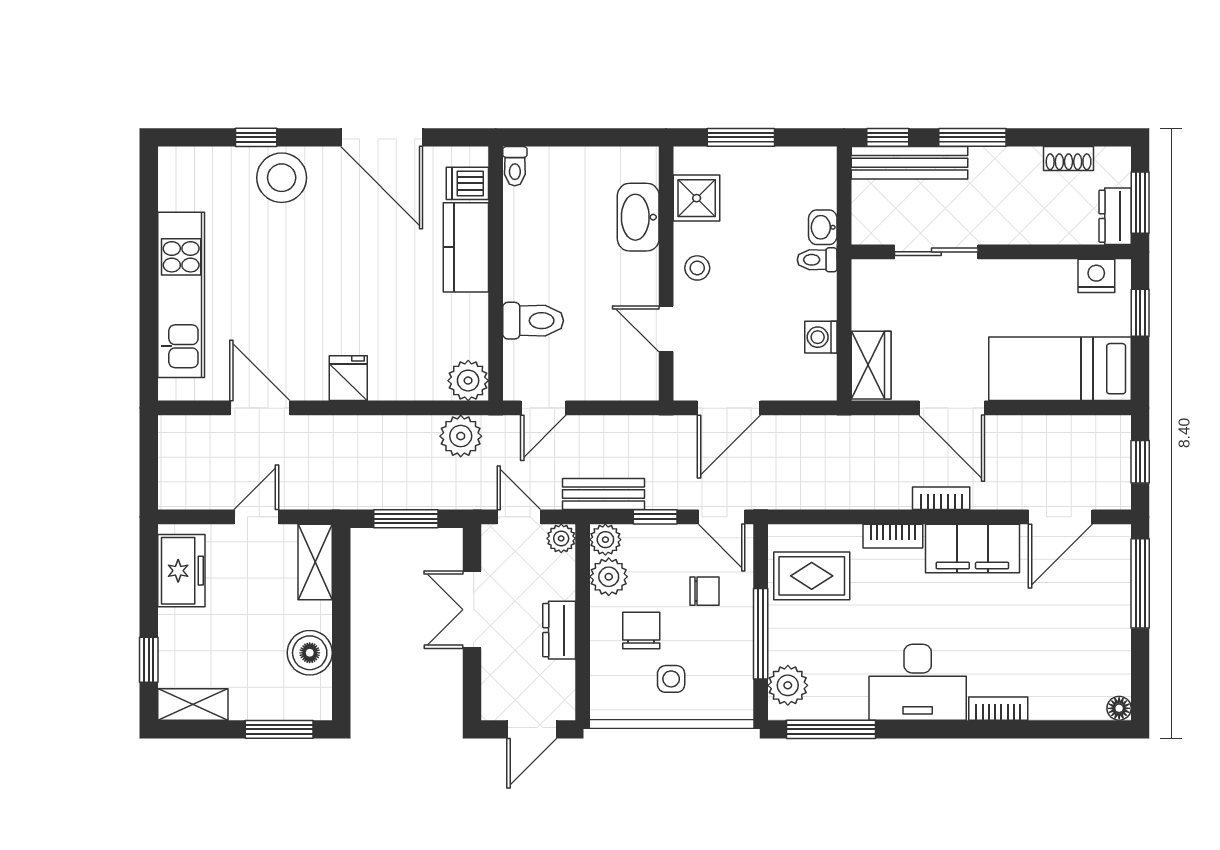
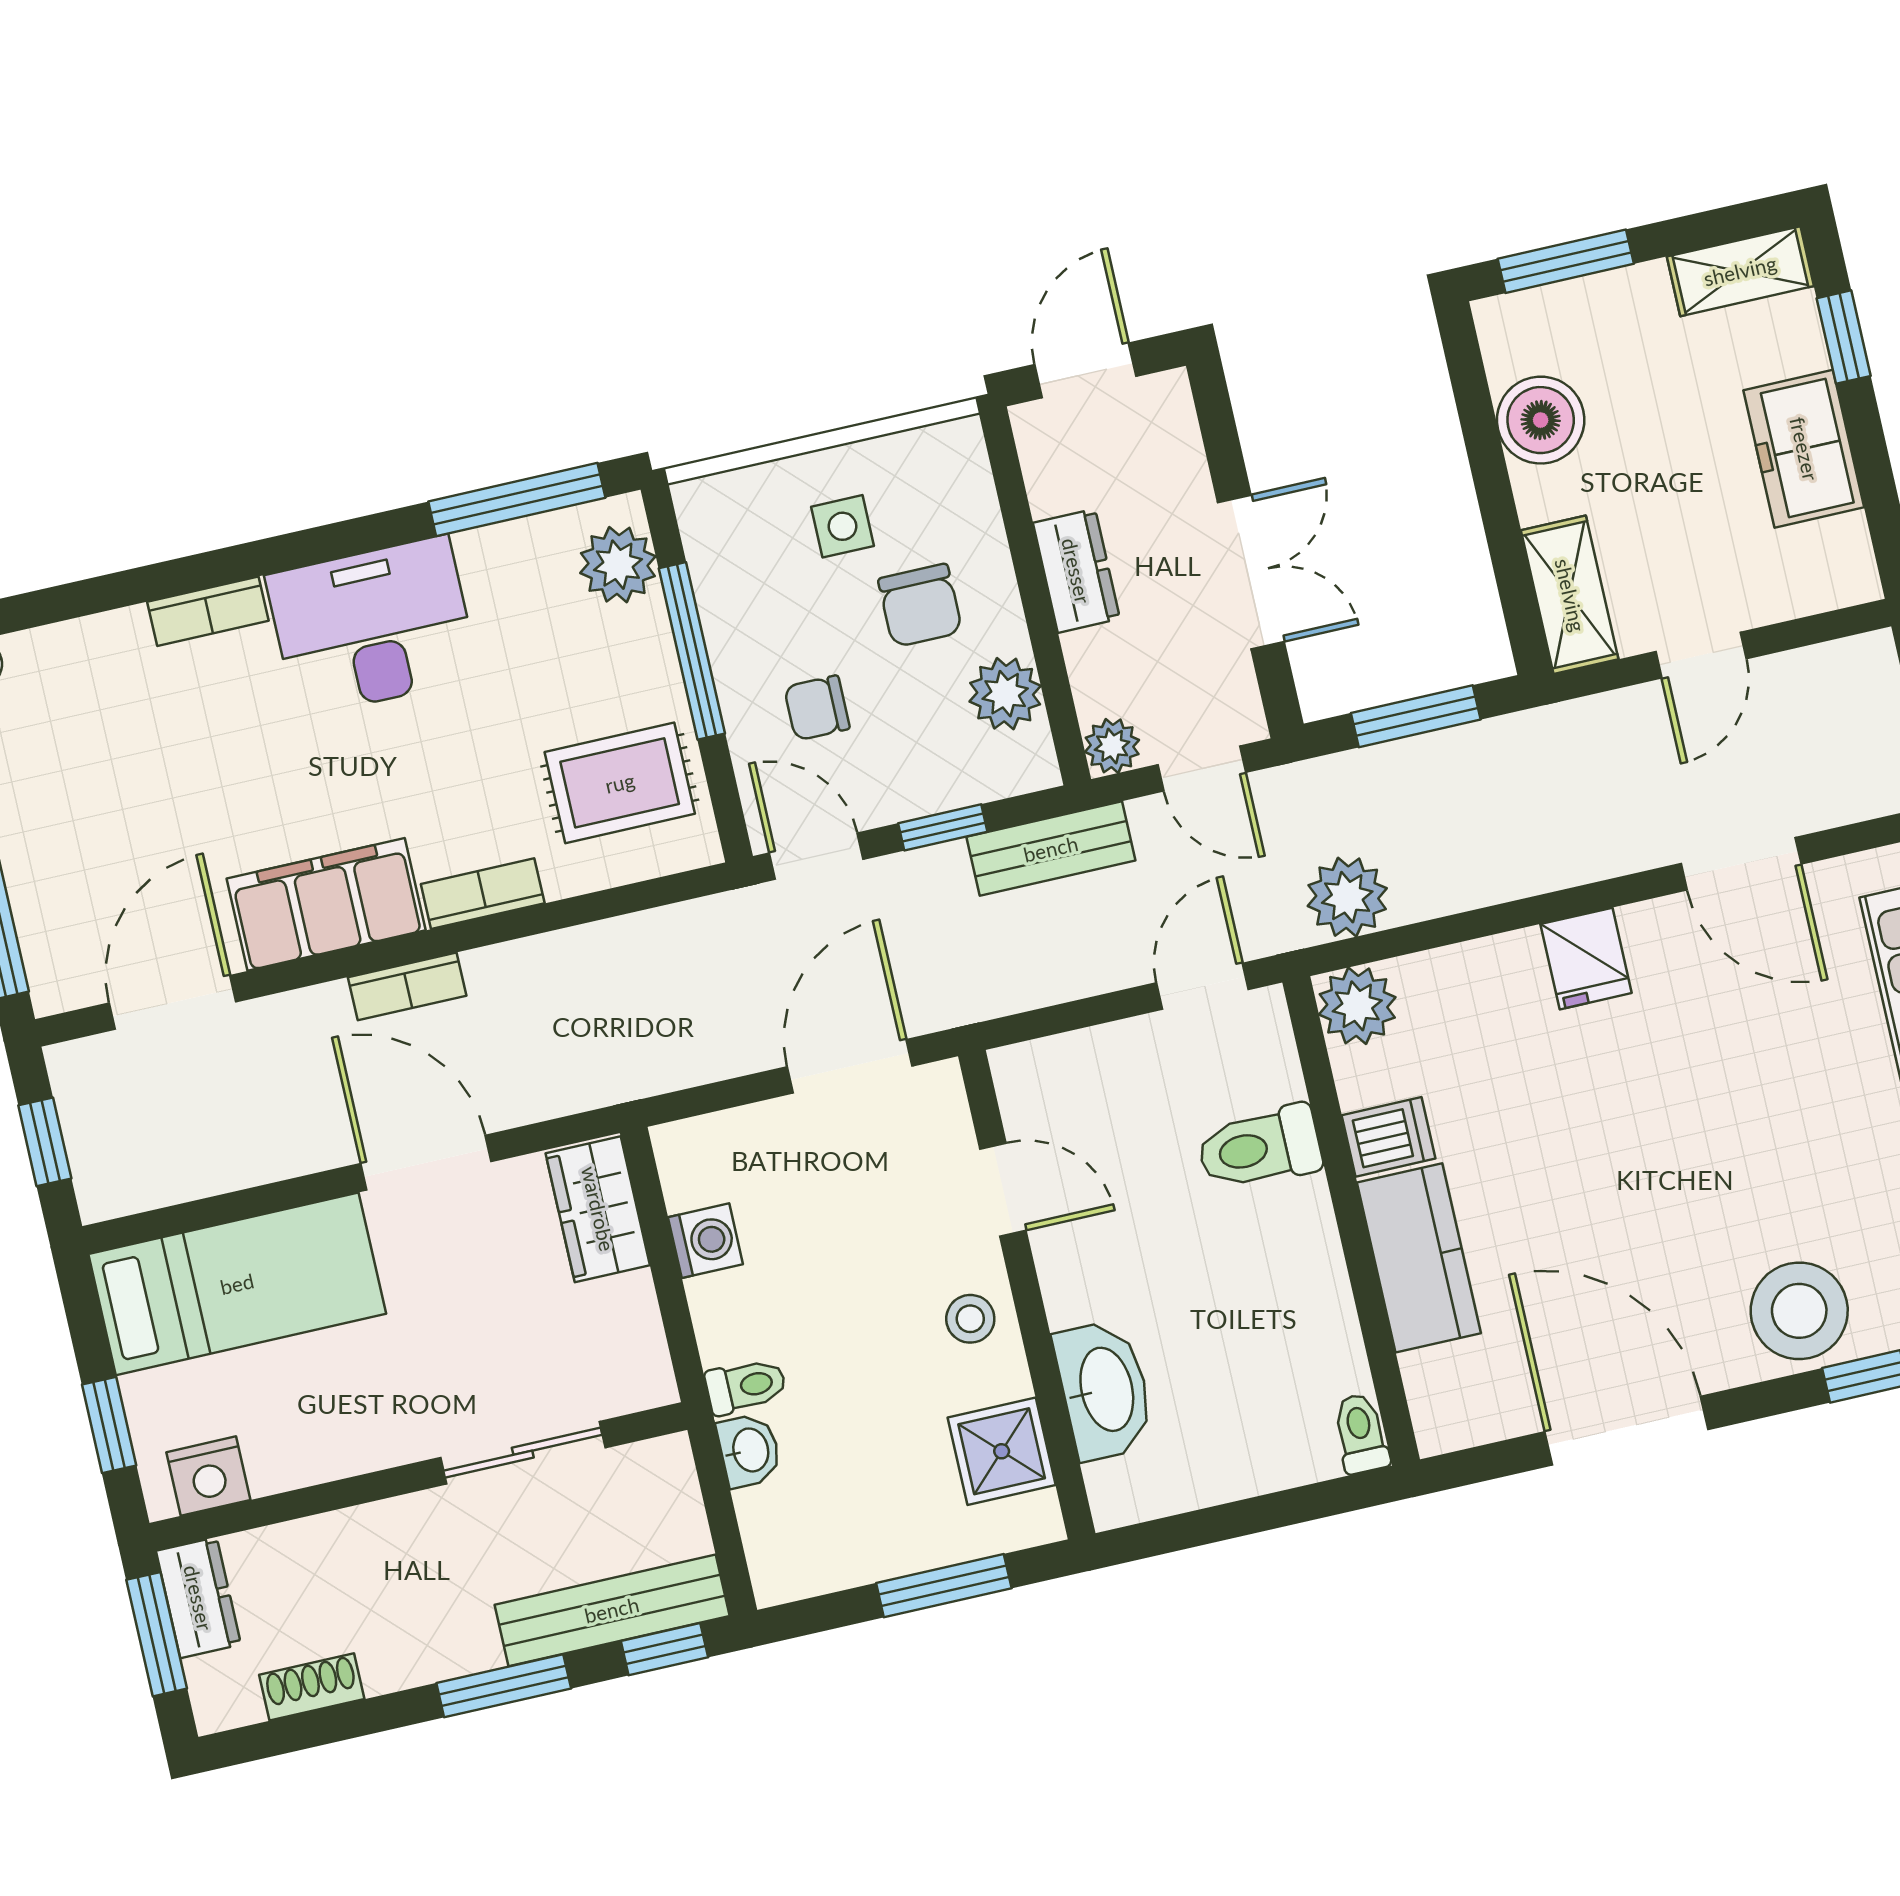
dishwasher: (467, 183) -> (1389, 1137), moved
plant: (605, 540) -> (1027, 763), removed
freezer: (181, 571) -> (1804, 449), moved

